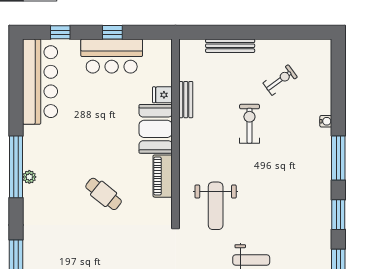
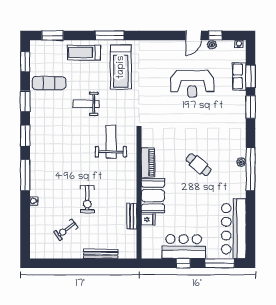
window: (60, 32) -> (220, 263), width x2.17
cafe table: (104, 194) -> (199, 165), moved

